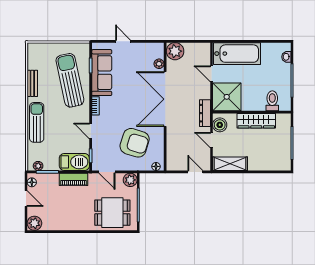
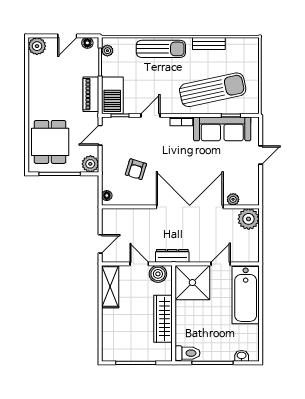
toilet: (272, 101) -> (188, 353), moved
door: (211, 140) -> (139, 264), hinge flipped
armchair: (135, 143) -> (136, 169), width x0.53, depth x0.53

